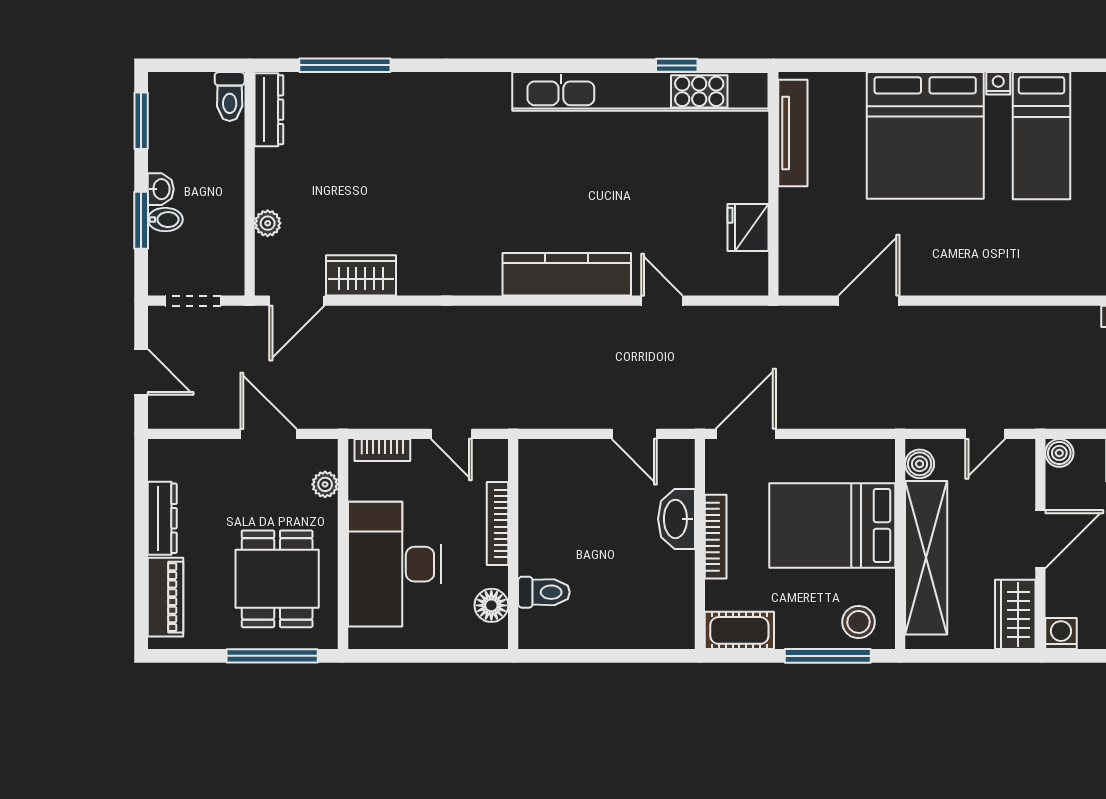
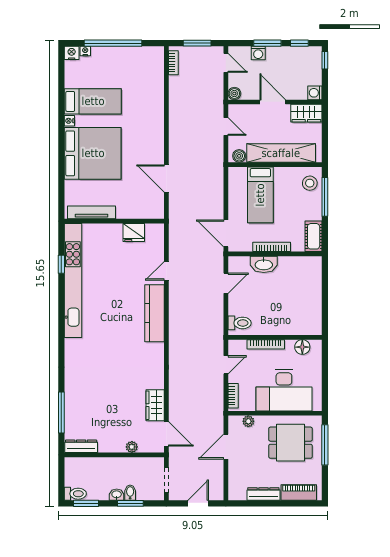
toilet: (230, 97) -> (75, 494), moved
bed: (832, 525) -> (260, 195), width x0.67
toilet: (544, 592) -> (240, 323), moved, turned 90

